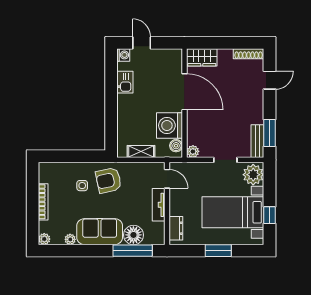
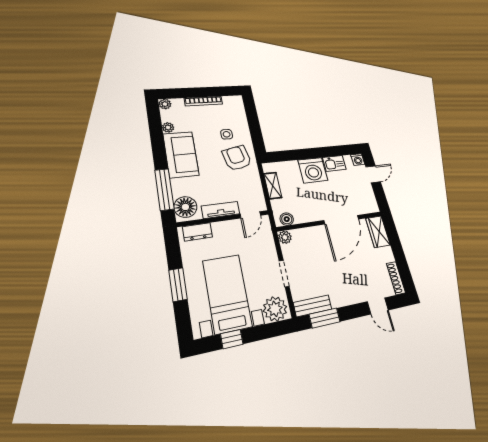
washing machine: (169, 125) -> (313, 170), moved, turned 180
floor lamp: (133, 235) -> (185, 207), moved

